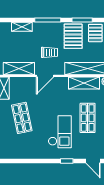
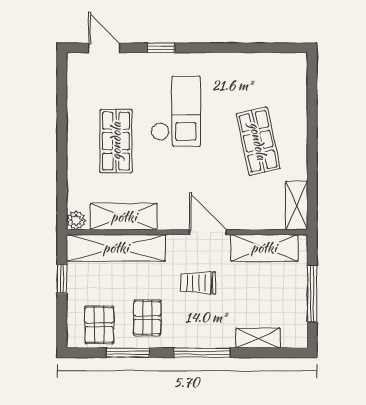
pallet: (73, 36) -> (147, 318), width x0.67, depth x0.71
door: (45, 76) -> (208, 232), hinge flipped
checkout: (60, 132) -> (176, 111), turned 180

